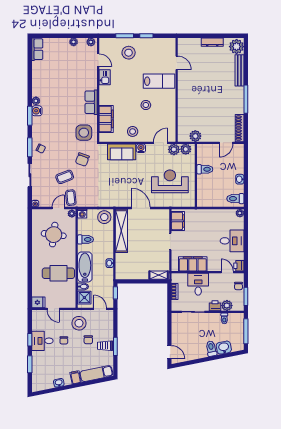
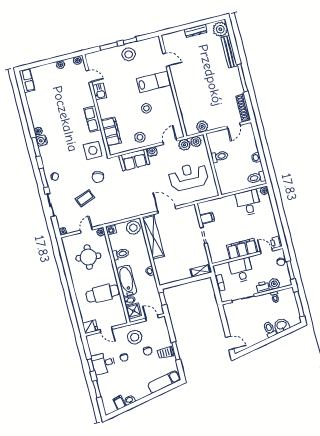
stool: (129, 53) -> (129, 54), moved
coffee table: (71, 198) -> (96, 217), removed
filing cabinet: (178, 221) -> (207, 218), width x0.50
desk: (232, 241) -> (248, 203), moved, turned -90
filing cabinet: (193, 264) -> (242, 249), moved
filing cabinet: (76, 377) -> (119, 403), moved

